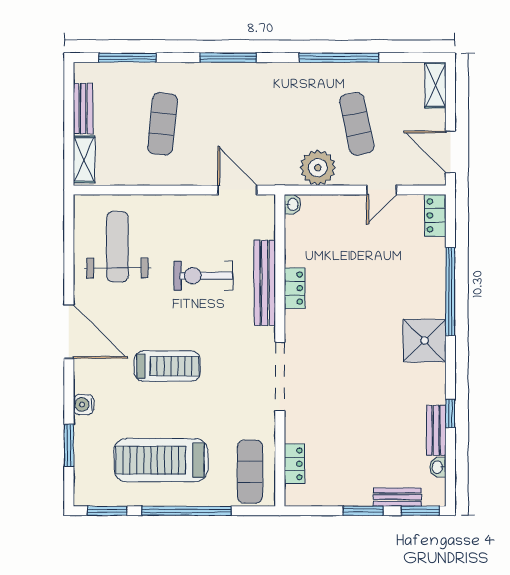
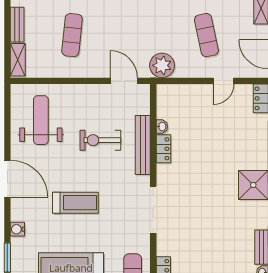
plant: (318, 168) -> (162, 65), moved
washbasin: (292, 204) -> (162, 127), moved

